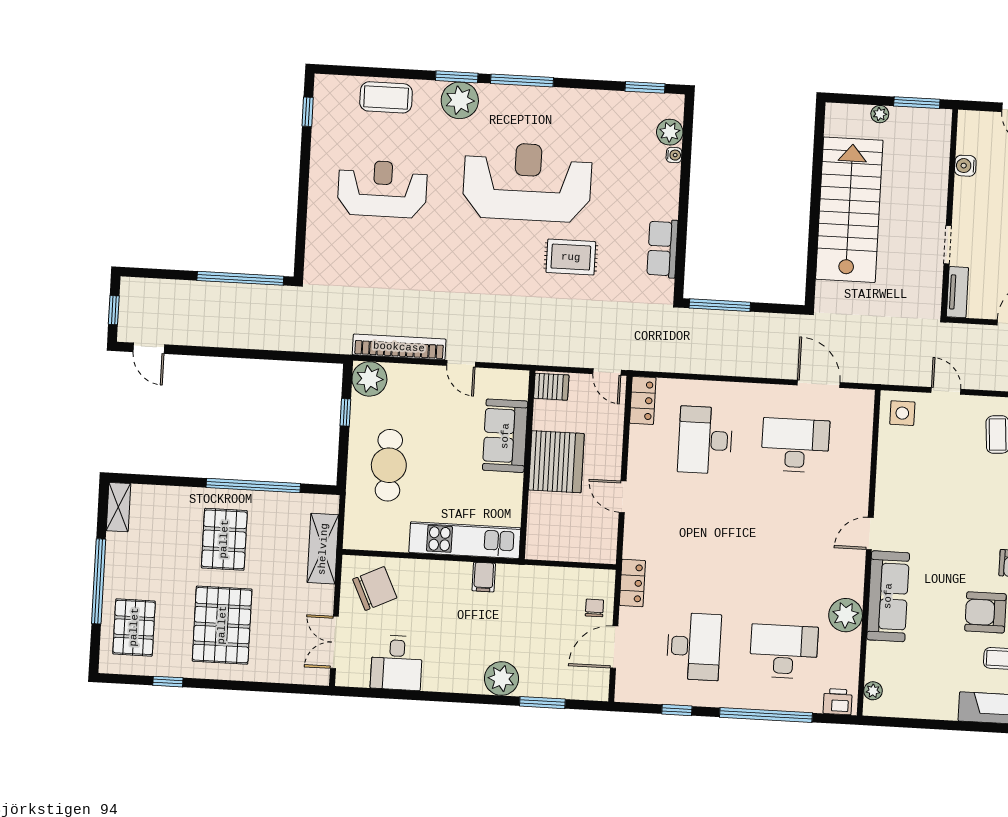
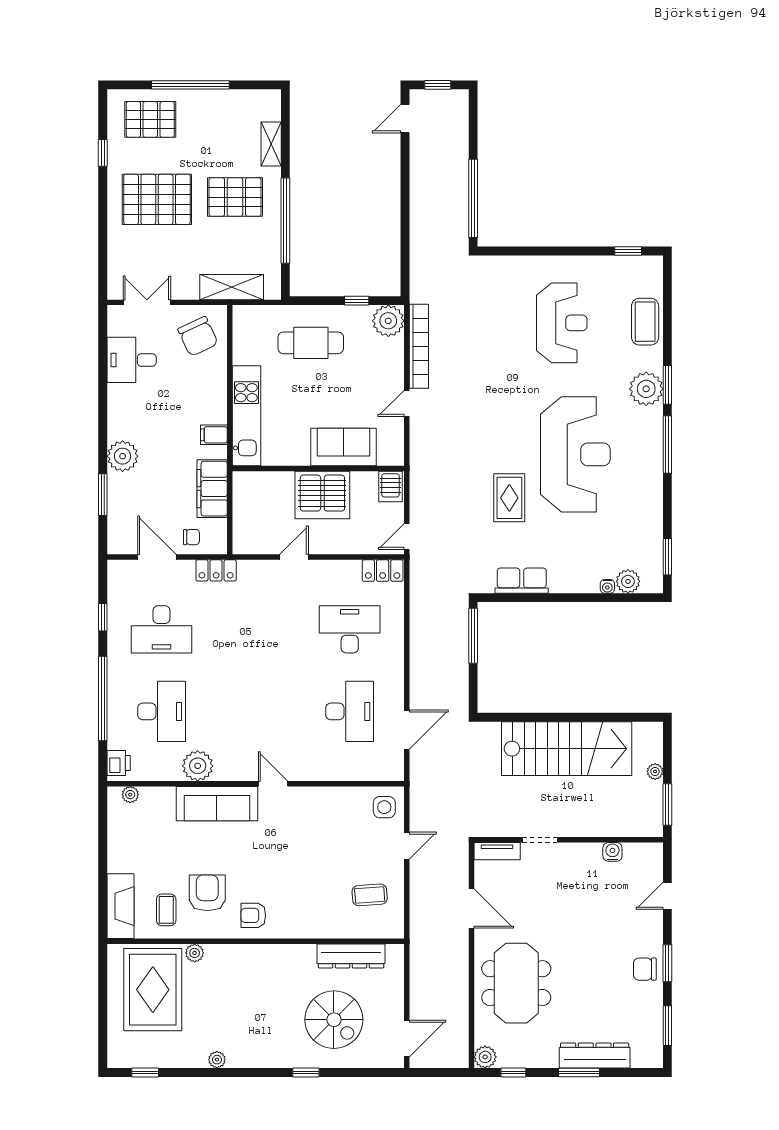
shelving: (118, 507) -> (271, 144), moved, turned 90
filing cabinet: (543, 582) -> (212, 489), added

